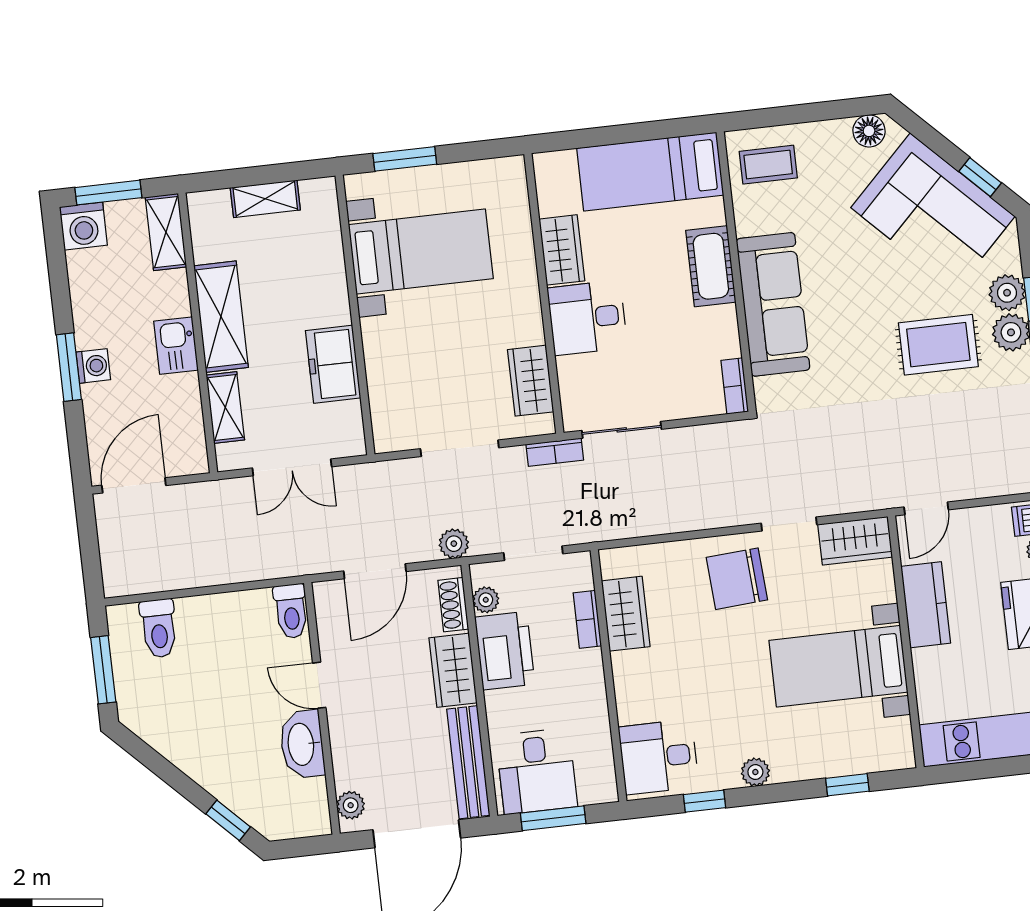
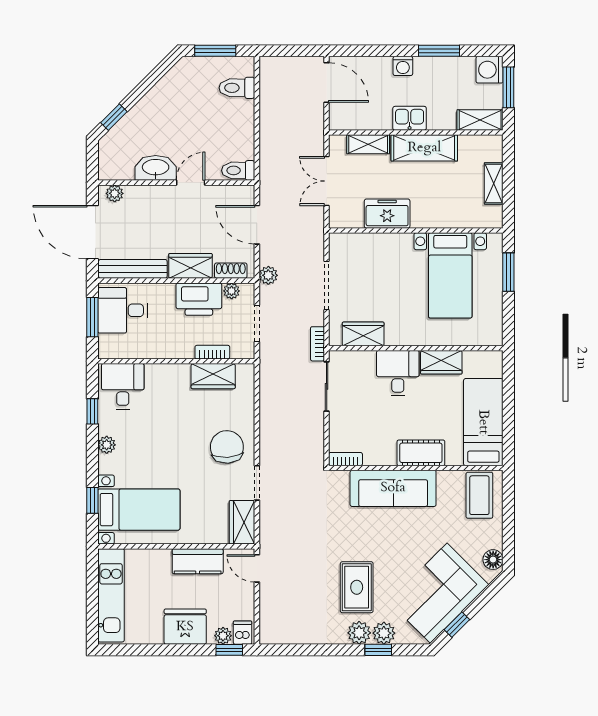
coffee table: (768, 165) -> (479, 495), width x1.36, depth x1.30
window: (69, 367) -> (439, 51), moved
bed with nightstands: (838, 666) -> (139, 510), moved, turned 90

